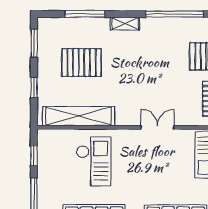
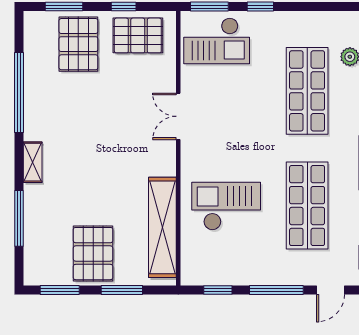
pallet: (82, 63) -> (93, 254), moved
window: (34, 87) -> (122, 290), width x1.50

